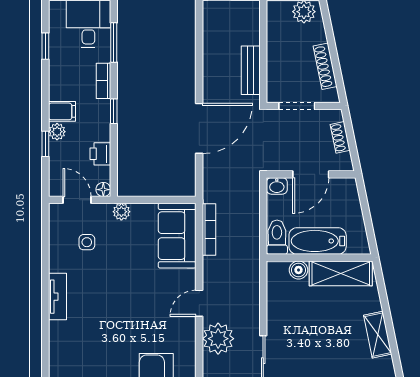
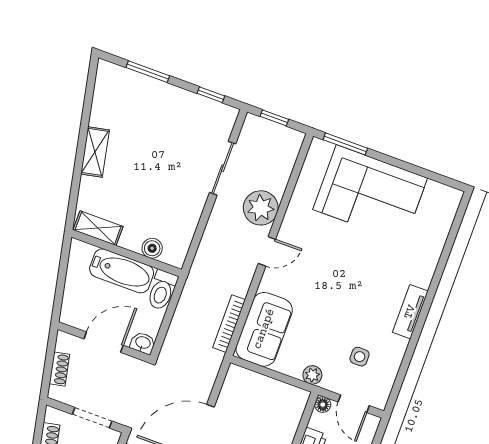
shelving: (341, 273) -> (98, 228), width x0.67, depth x0.75

